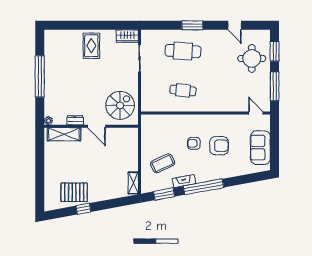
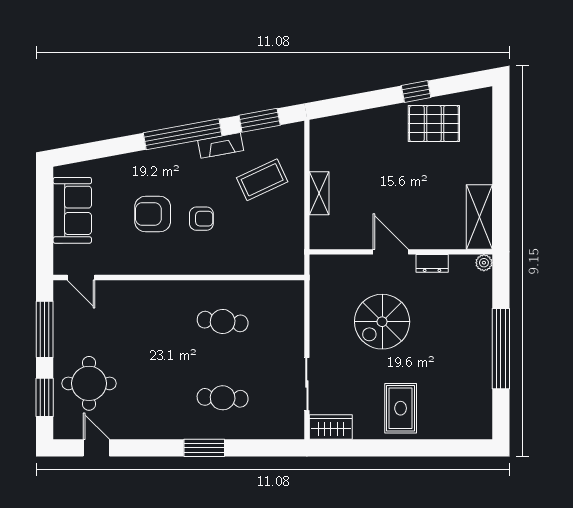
door: (235, 25) -> (96, 448), moved
cafe table: (183, 51) -> (223, 398), width x0.73, depth x0.74
spiral stairs: (120, 105) -> (382, 322), moved
shelving: (64, 134) -> (479, 217), moved, turned 90
shelving: (133, 183) -> (319, 193), moved

